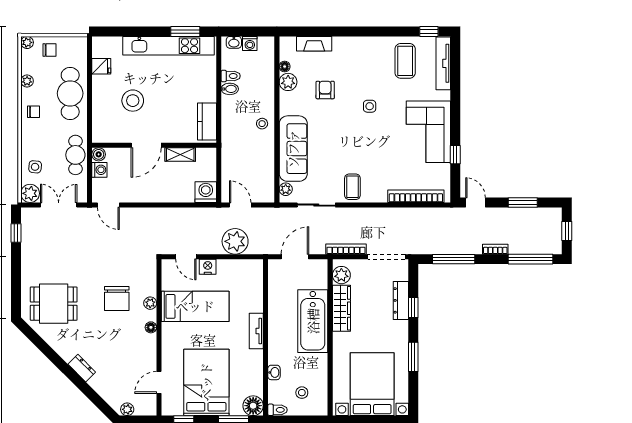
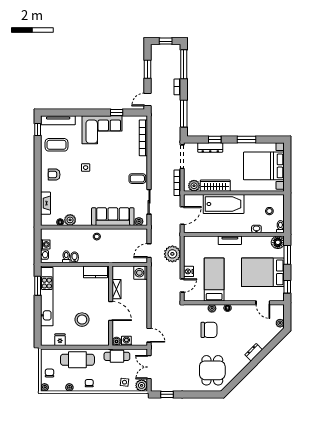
armchair: (325, 90) -> (54, 175), moved
door: (108, 205) -> (149, 335), hinge flipped
door: (295, 257) -> (182, 215), swing flipped

